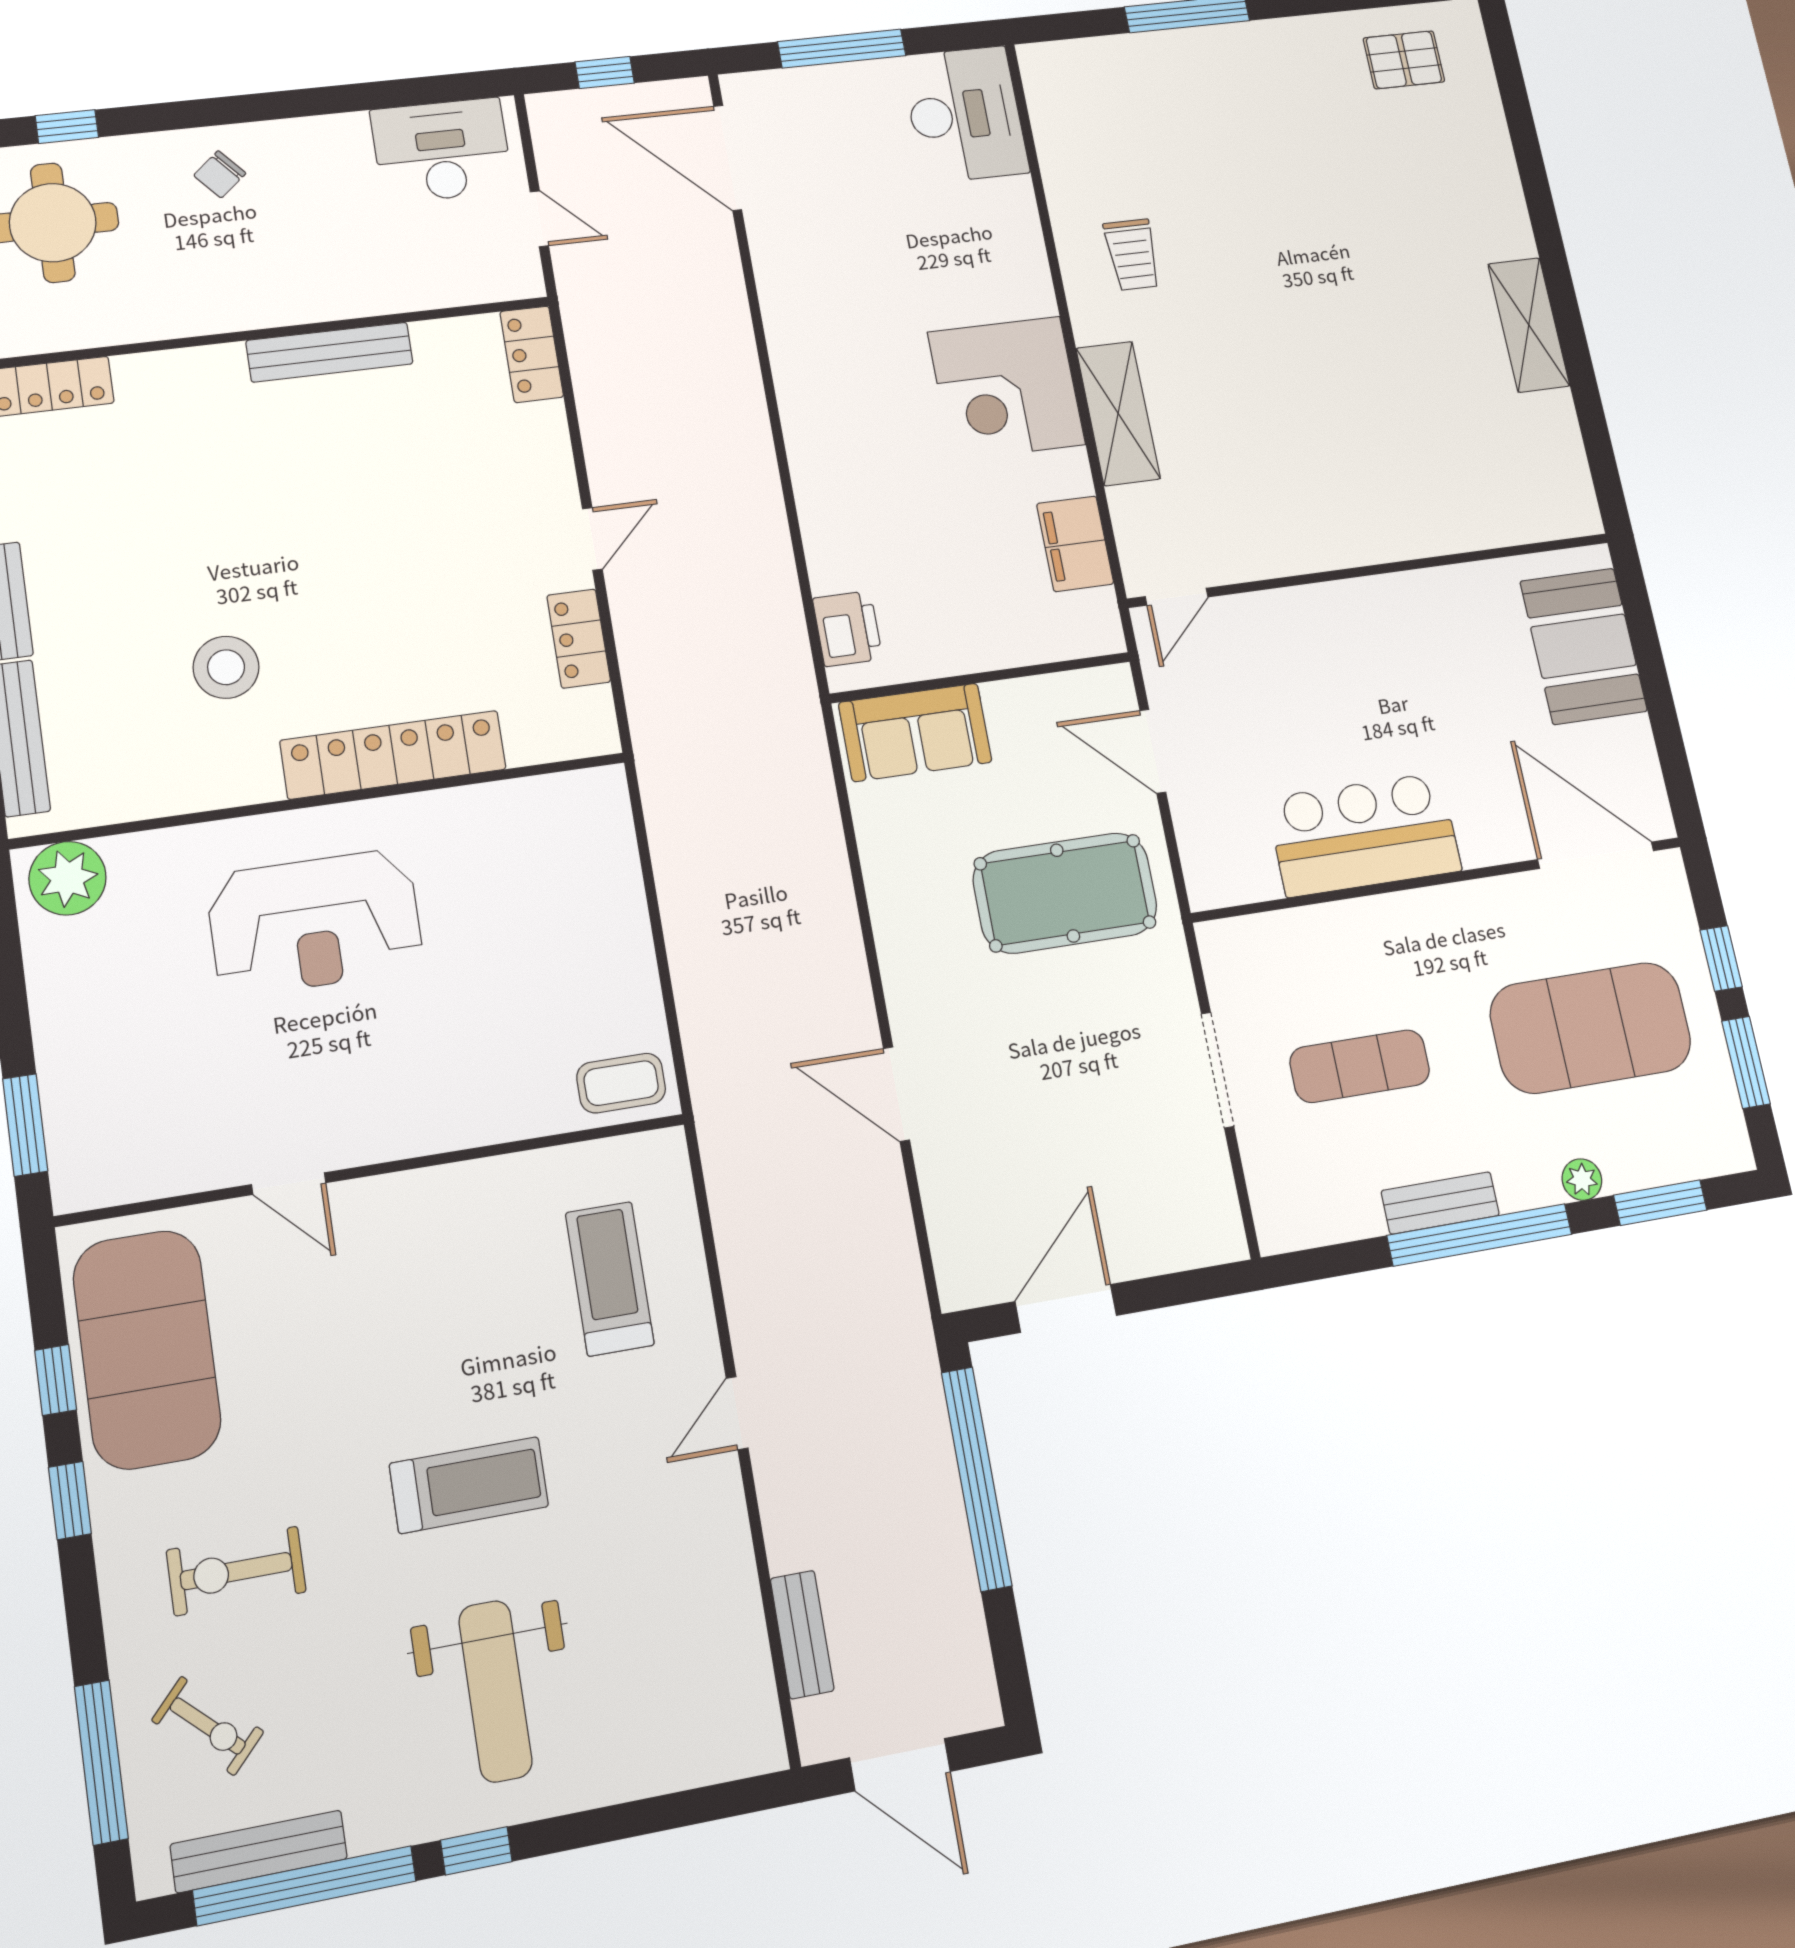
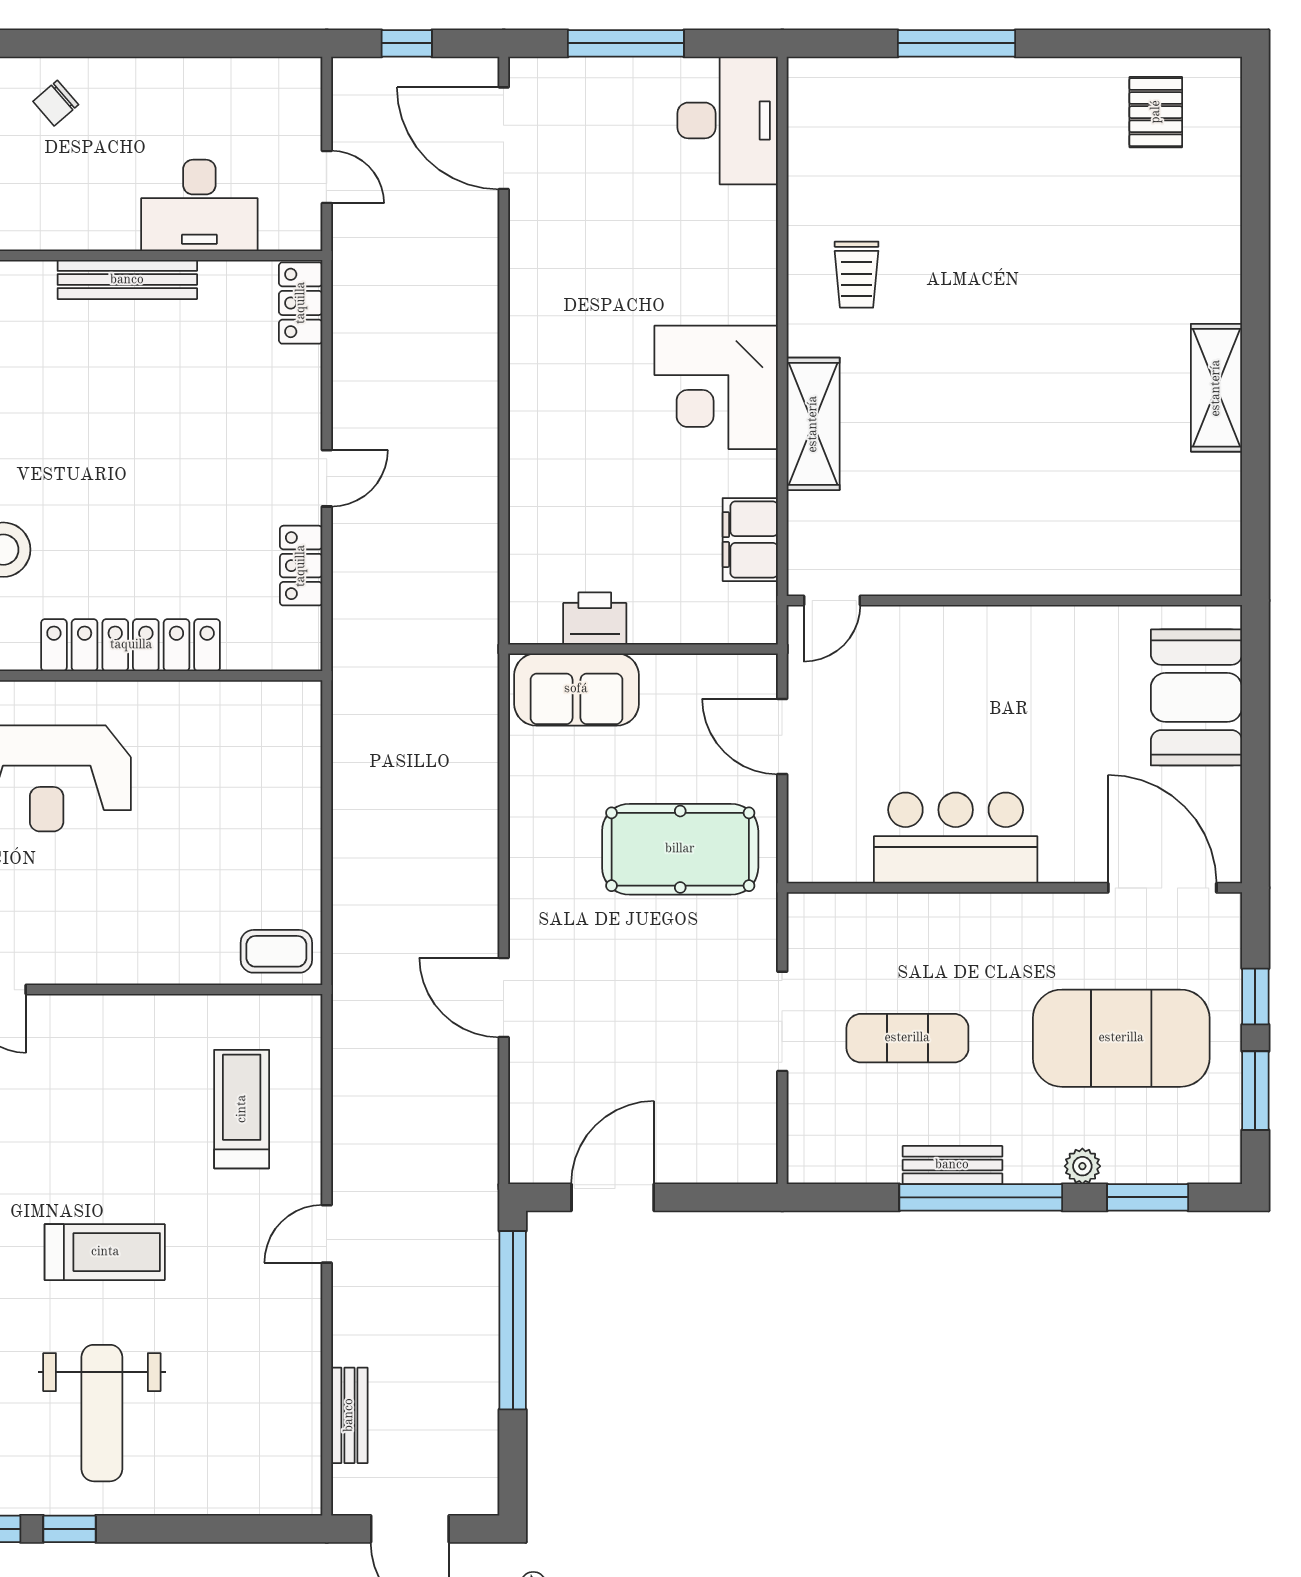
pallet: (1404, 60) -> (1156, 112), turned 90
desk: (442, 150) -> (199, 205), moved, turned 180
printer: (848, 629) -> (595, 619), moved, turned -90

